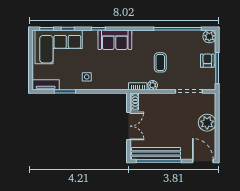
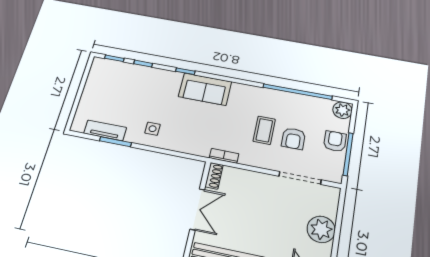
corner sofa: (59, 47) -> (124, 83), removed
armchair: (180, 64) -> (293, 139), added
tv unit: (46, 85) -> (105, 130), moved
plant: (153, 85) -> (247, 159), removed

